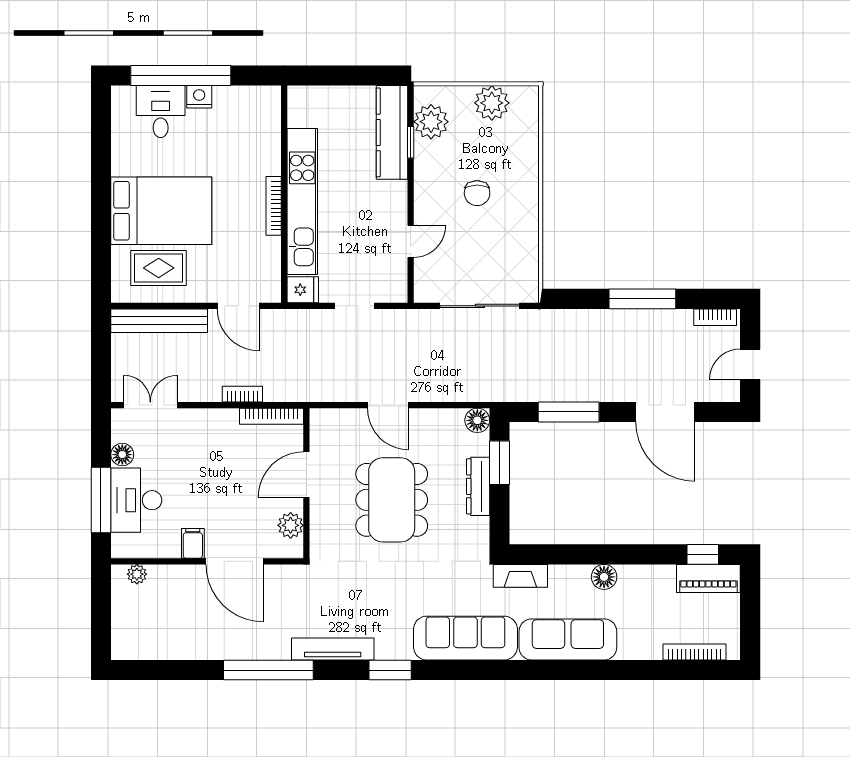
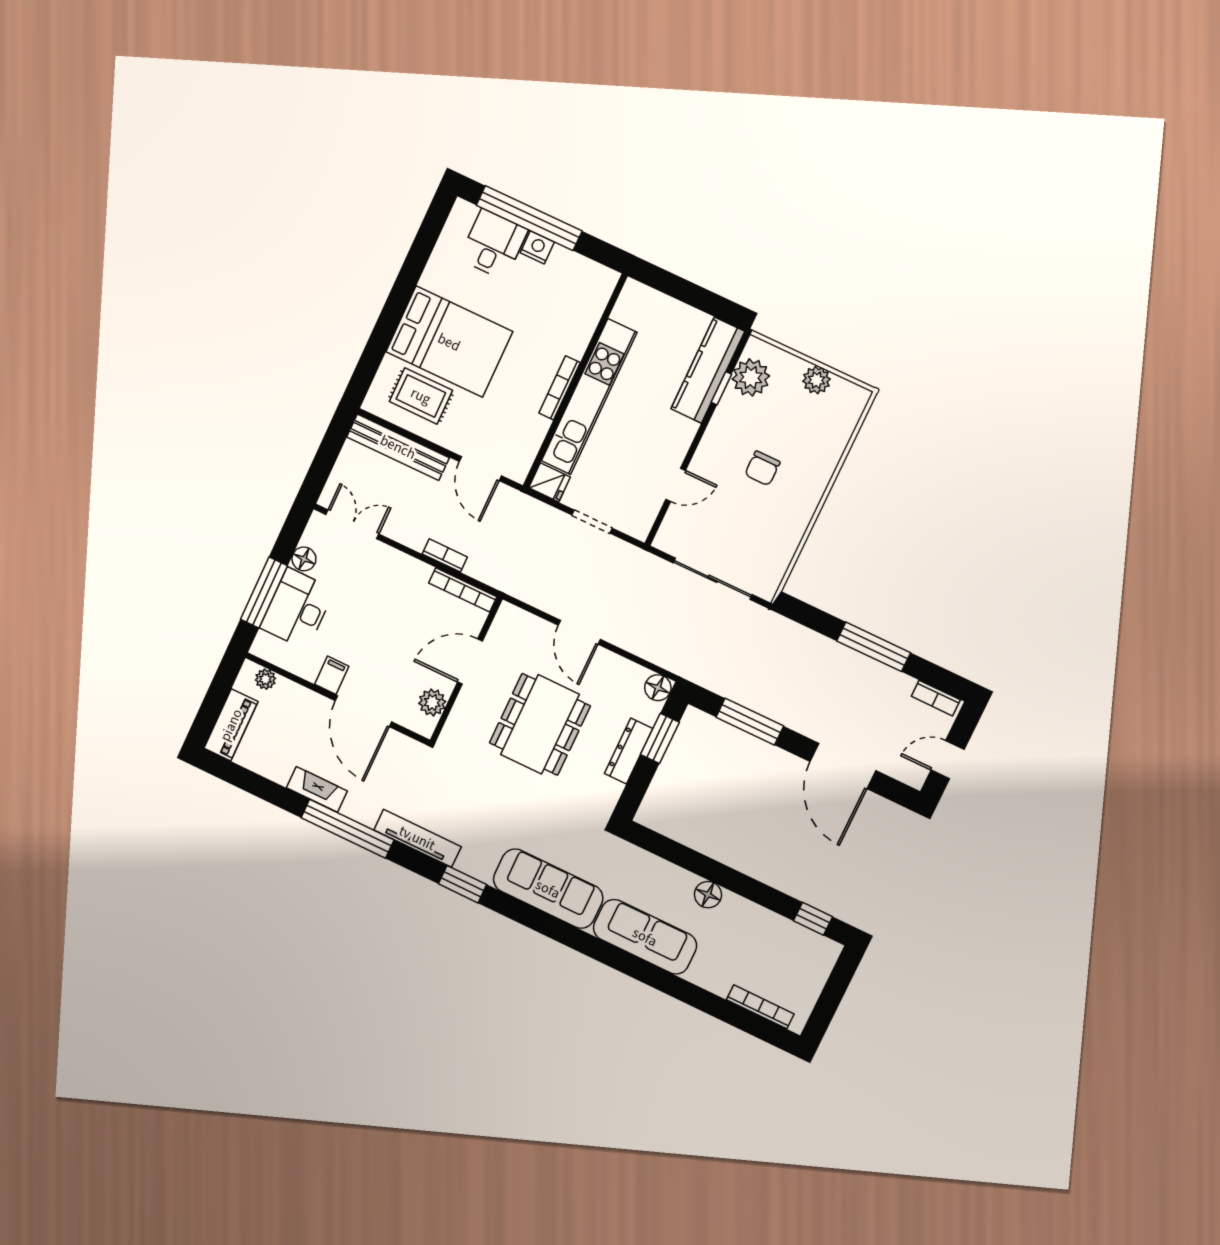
plant: (492, 103) -> (816, 380), width x0.73, depth x0.73
fireplace: (520, 576) -> (317, 789), moved, turned 180
piano: (708, 579) -> (231, 725), moved, turned -90

